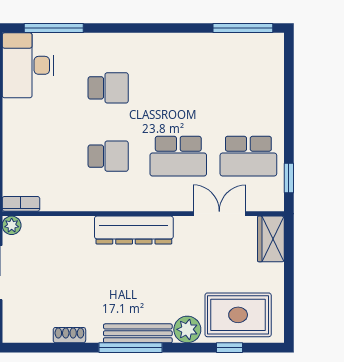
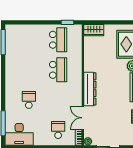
school desk: (108, 156) -> (58, 130), moved
double door: (219, 214) -> (83, 118), moved

